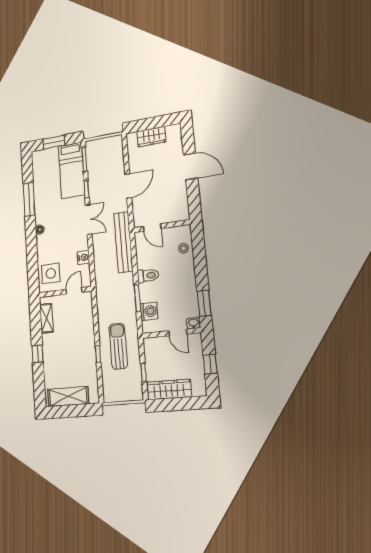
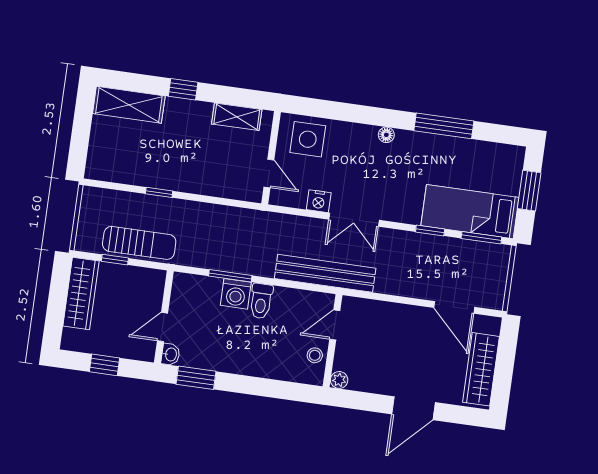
wardrobe: (151, 137) -> (481, 369), width x1.50
door: (128, 186) -> (454, 307), moved
plant: (184, 215) -> (339, 380), added
double door: (89, 220) -> (354, 220), moved
stool: (183, 248) -> (315, 355), moved
washing machine: (149, 311) -> (236, 294), moved
sun lounger: (118, 346) -> (139, 243), moved
shelving: (68, 397) -> (129, 105), moved, turned 90

